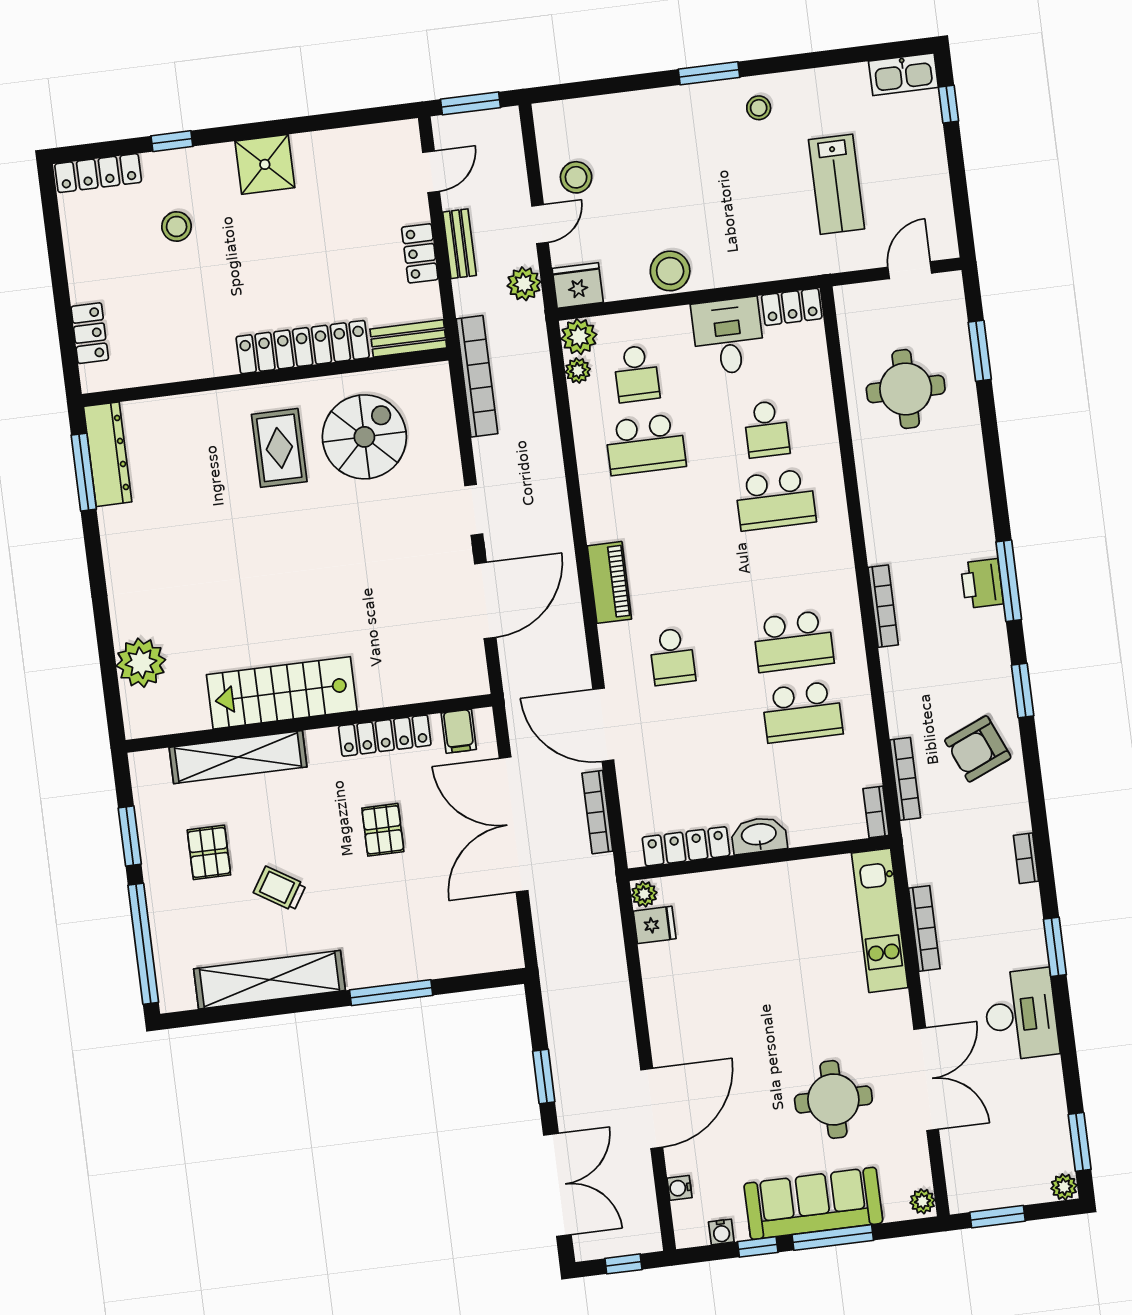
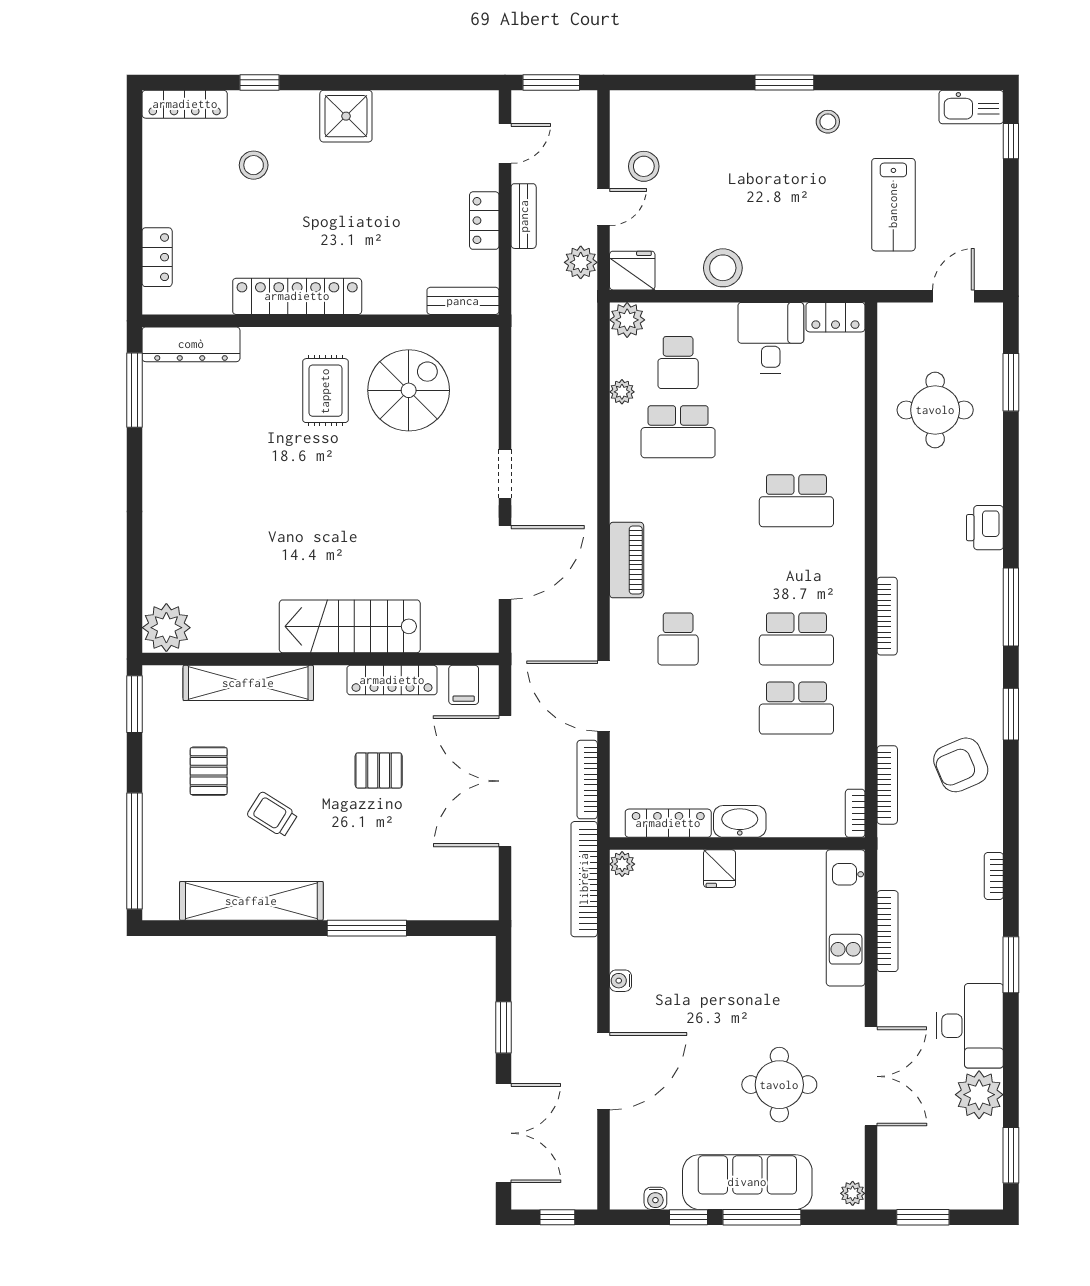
locker: (303, 347) -> (297, 296), moved
plant: (578, 371) -> (622, 392), moved
bookcase: (477, 376) -> (584, 879), moved, turned 180
school desk: (767, 429) -> (796, 432), removed
dresser: (108, 454) -> (191, 344), moved, turned 90
printer: (982, 583) -> (985, 528), moved
plant: (141, 663) -> (166, 628), moved
stairs: (282, 693) -> (350, 626), moved
pallet: (383, 830) -> (379, 770), turned 90
window: (130, 836) -> (134, 704), moved
fridge: (655, 925) -> (720, 869), moved, turned 90
plant: (1064, 1187) -> (979, 1095), moved, width x1.88, depth x1.88
water cooler: (679, 1188) -> (620, 981), moved

